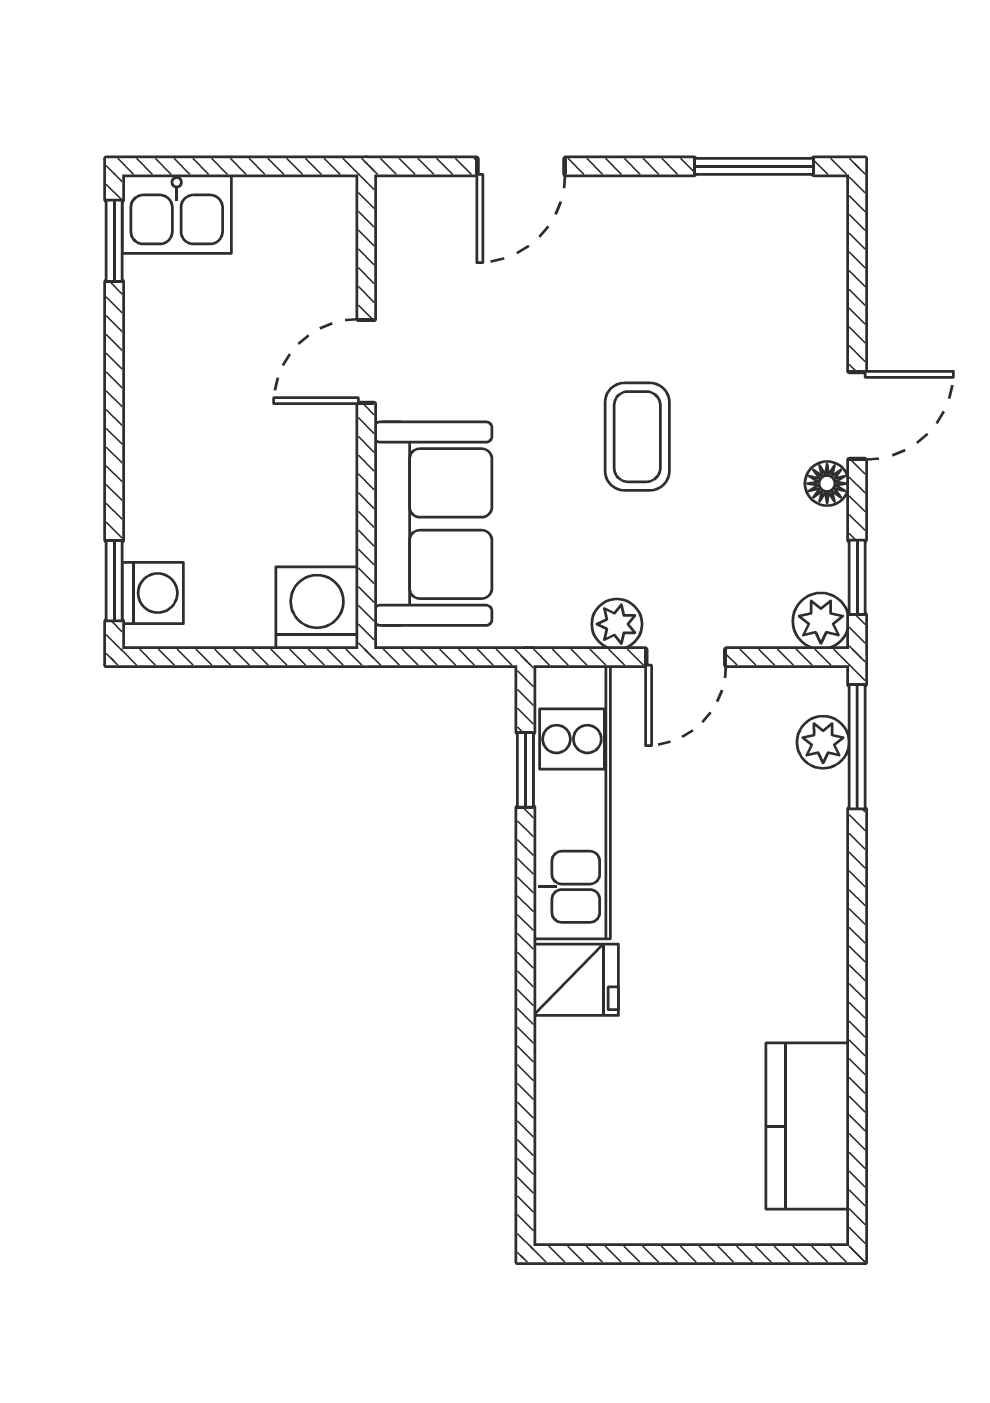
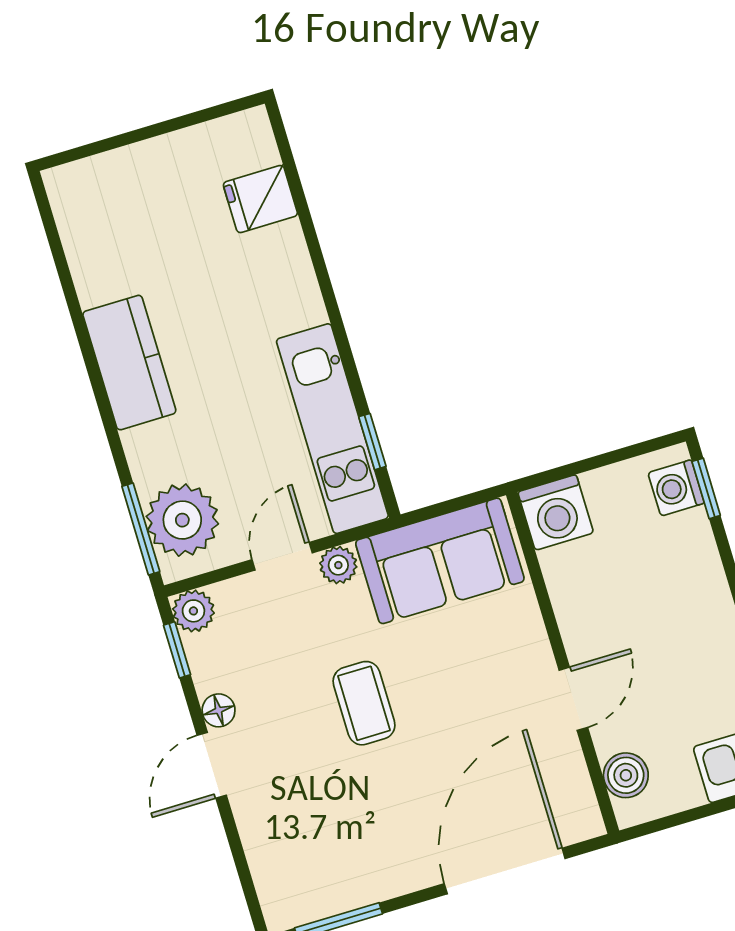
door: (521, 166) -> (505, 871), width x1.87
boiler: (328, 243) -> (626, 775), added
sofa: (433, 524) -> (440, 561), moved, turned -90
plant: (823, 742) -> (182, 520), width x1.87, depth x1.87
fridge: (576, 980) -> (260, 199), moved
kitchen counter: (808, 1126) -> (129, 363), moved

